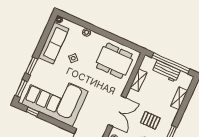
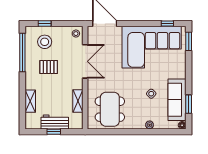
dining table: (114, 61) -> (110, 109), turned 90
window: (171, 63) -> (54, 132), width x0.32
window: (31, 66) -> (189, 104), moved
double door: (117, 111) -> (85, 61), swing flipped

